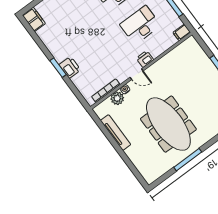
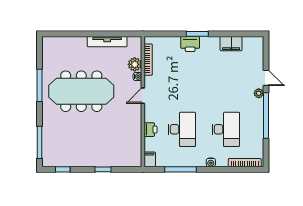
filing cabinet: (34, 19) -> (231, 44), moved
printer: (145, 59) -> (150, 130), moved

